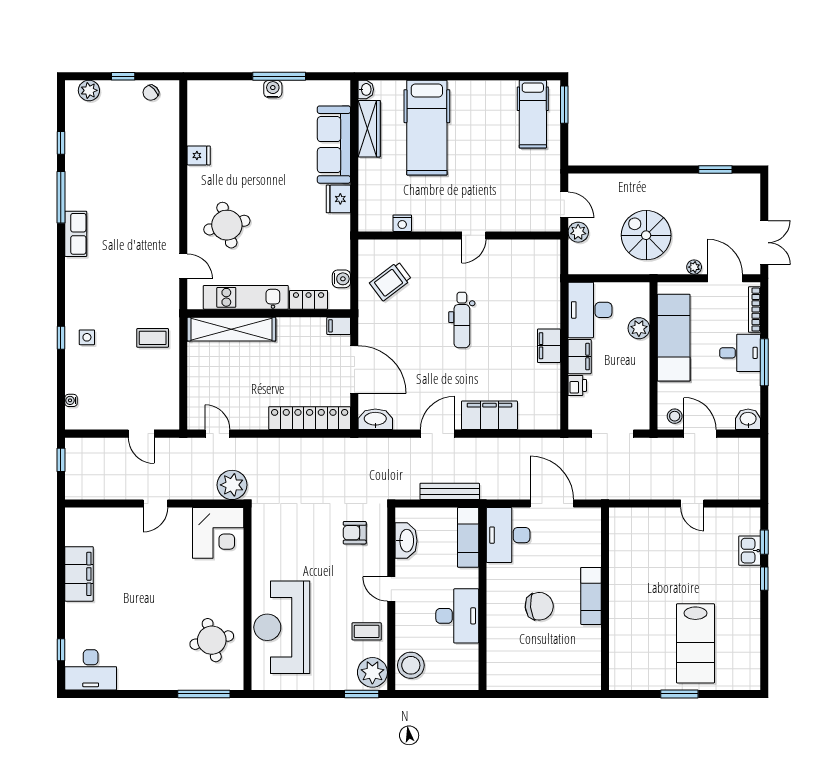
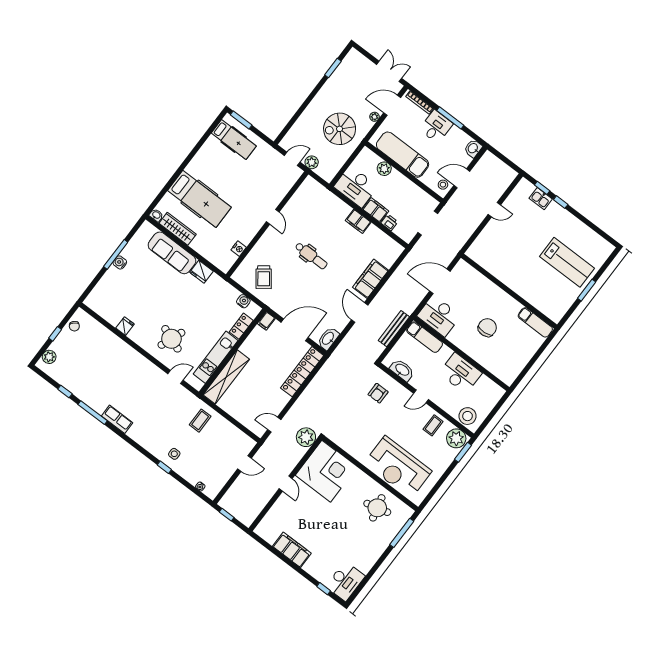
round table: (227, 225) -> (171, 339), turned 35
corner desk: (218, 533) -> (326, 471), width x1.36, depth x1.36
exam couch: (591, 596) -> (535, 322), moved

